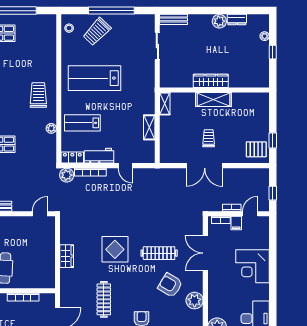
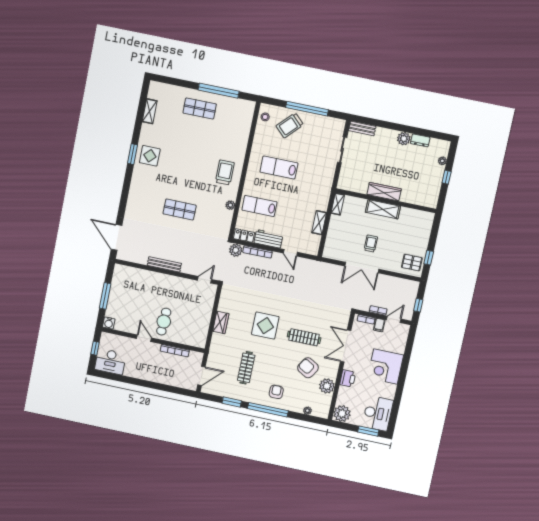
lab bench: (95, 78) -> (279, 167), width x0.73, depth x0.72
printer: (215, 288) -> (348, 378), added

